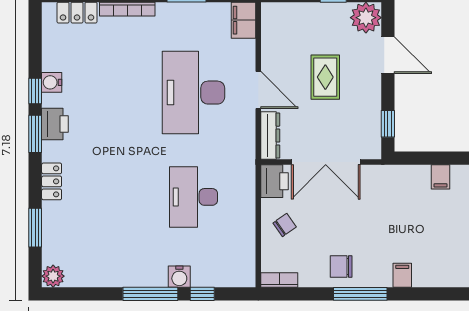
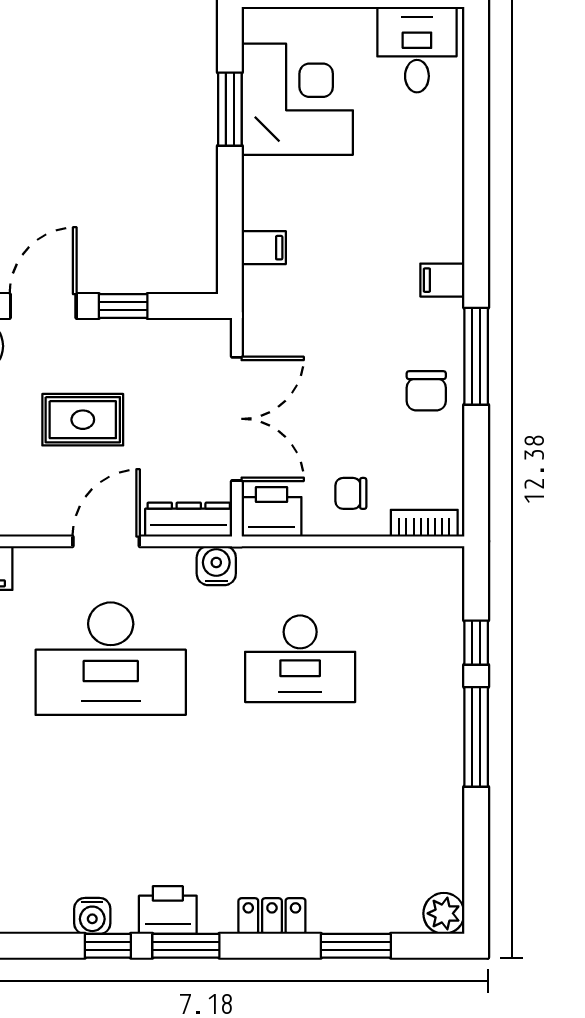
window: (388, 124) -> (123, 306), moved
filing cabinet: (440, 177) -> (264, 248), moved
chair: (285, 225) -> (351, 493), turned -55
water cooler: (179, 277) -> (216, 566), moved, turned -90
bookcase: (279, 280) -> (424, 523), moved, turned 90

